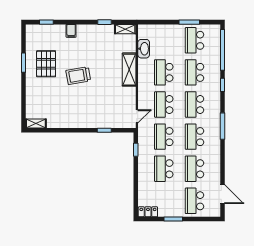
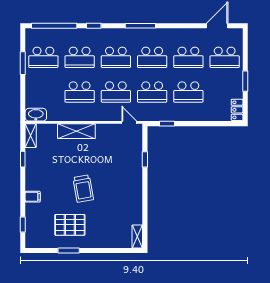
washbasin: (144, 49) -> (36, 115), moved

